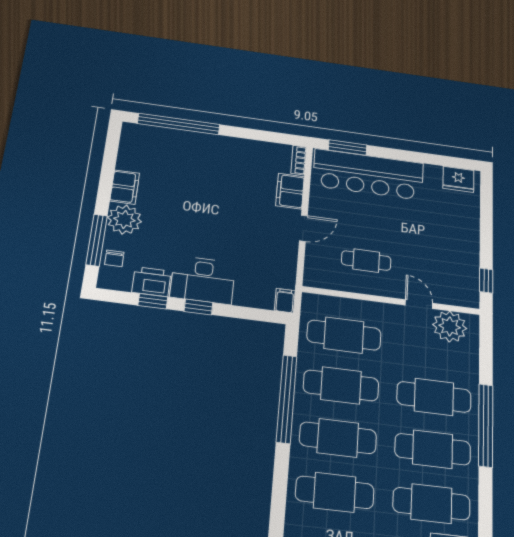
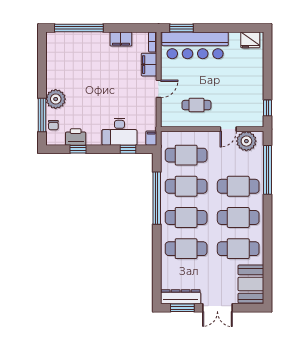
filing cabinet: (125, 187) -> (121, 39), moved, turned 90
desk: (203, 280) -> (119, 132), moved
door: (419, 304) -> (228, 129), swing flipped
window: (198, 307) -> (128, 149), moved
window: (486, 425) -> (268, 170), moved

